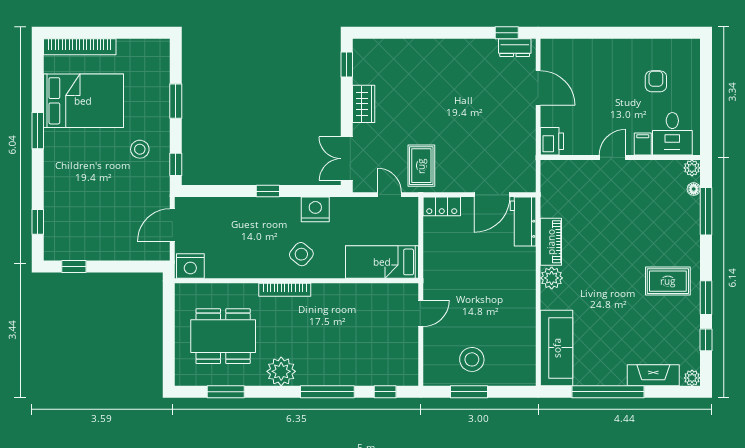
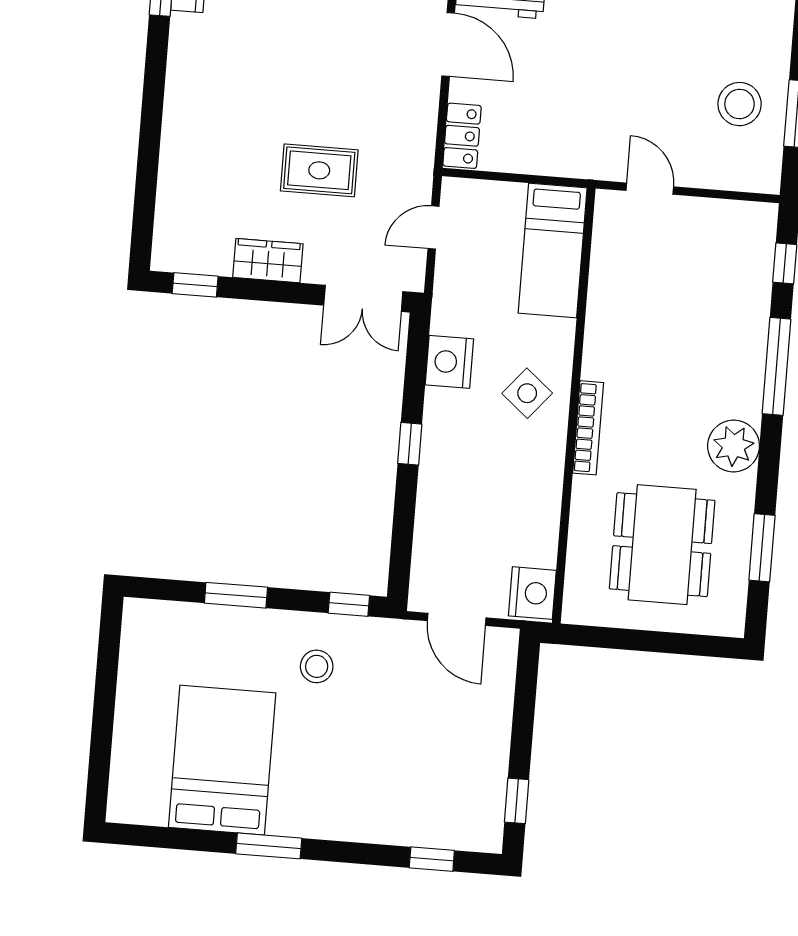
bookcase: (80, 47) -> (125, 759), removed
rug: (421, 166) -> (319, 170), moved

